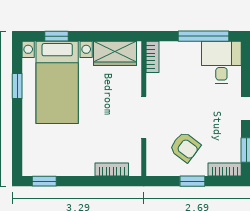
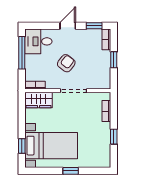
wardrobe: (115, 53) -> (38, 100), moved, turned 90
window: (17, 86) -> (71, 171), moved
armchair: (185, 147) -> (66, 63), moved
window: (44, 181) -> (114, 137), moved

